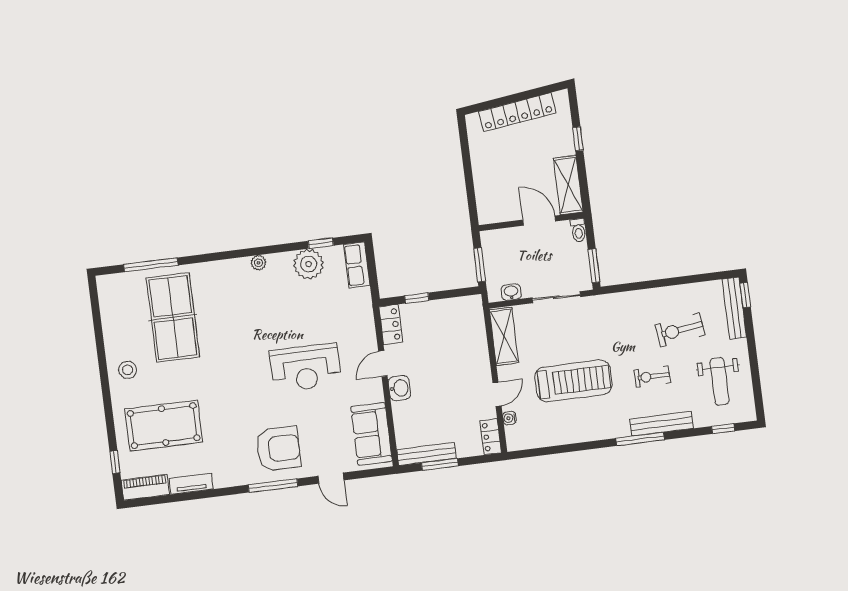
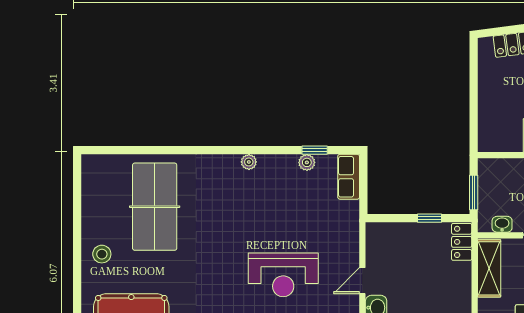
plant: (309, 264) -> (307, 162), width x0.53, depth x0.53
window: (151, 265) -> (139, 150), removed
window: (417, 298) -> (429, 218), moved
locker: (391, 325) -> (462, 242), moved, turned 180

